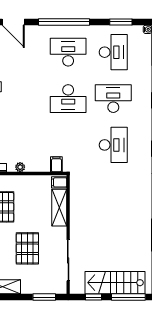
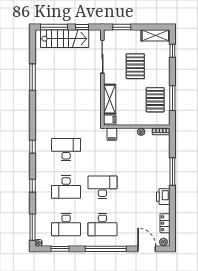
desk: (113, 52) -> (66, 224), turned -90
desk: (113, 145) -> (66, 150), turned 90

